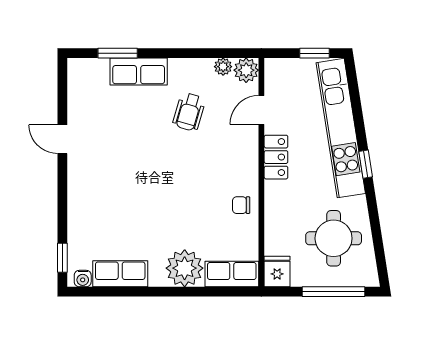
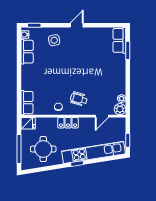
row of seats: (139, 71) -> (119, 40), moved
door: (261, 110) -> (102, 116), swing flipped
wheelchair: (189, 112) -> (79, 99), moved
door: (62, 139) -> (77, 25), moved
locker: (276, 157) -> (68, 123), moved
side table: (95, 214) -> (54, 40), added
plant: (185, 268) -> (30, 81), removed

